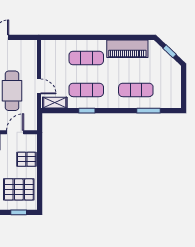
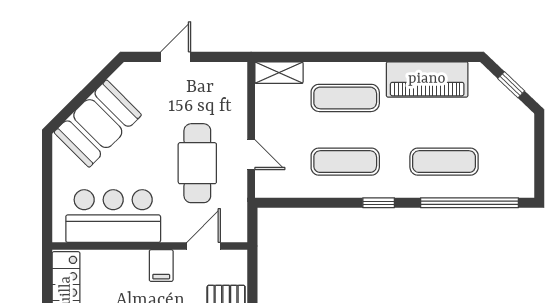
shelving: (55, 103) -> (279, 73), moved
window: (87, 111) -> (379, 203), moved
window: (149, 111) -> (469, 203), width x2.11

